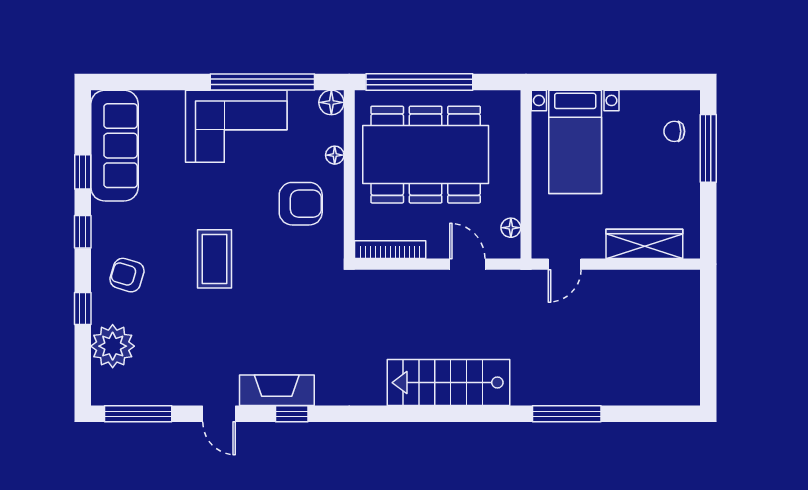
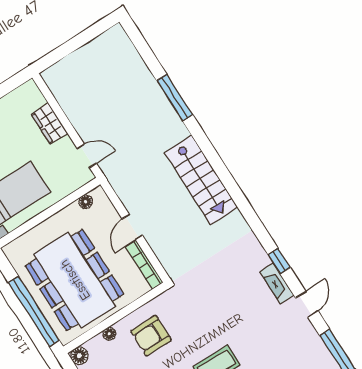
armchair: (301, 204) -> (151, 336), turned -90
wardrobe: (644, 244) -> (49, 124), width x0.67
door: (467, 264) -> (132, 227), moved
fireplace: (277, 390) -> (277, 283), width x0.73, depth x0.76

